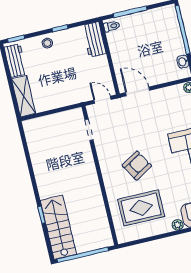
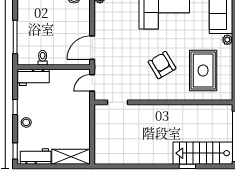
toilet: (112, 26) -> (43, 58), moved

